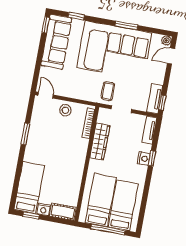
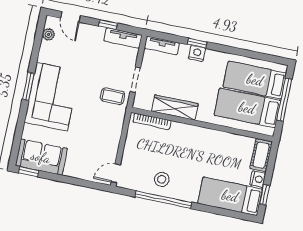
window: (76, 16) -> (19, 134), removed
window: (126, 25) -> (28, 86), moved
plant: (166, 40) -> (48, 34), moved
sofa: (56, 42) -> (41, 157), width x0.73
corner sofa: (114, 50) -> (52, 97), width x0.73, depth x0.74
window: (162, 103) -> (108, 25), moved
stool: (65, 110) -> (162, 179), moved
window: (25, 134) -> (163, 200), width x2.11

